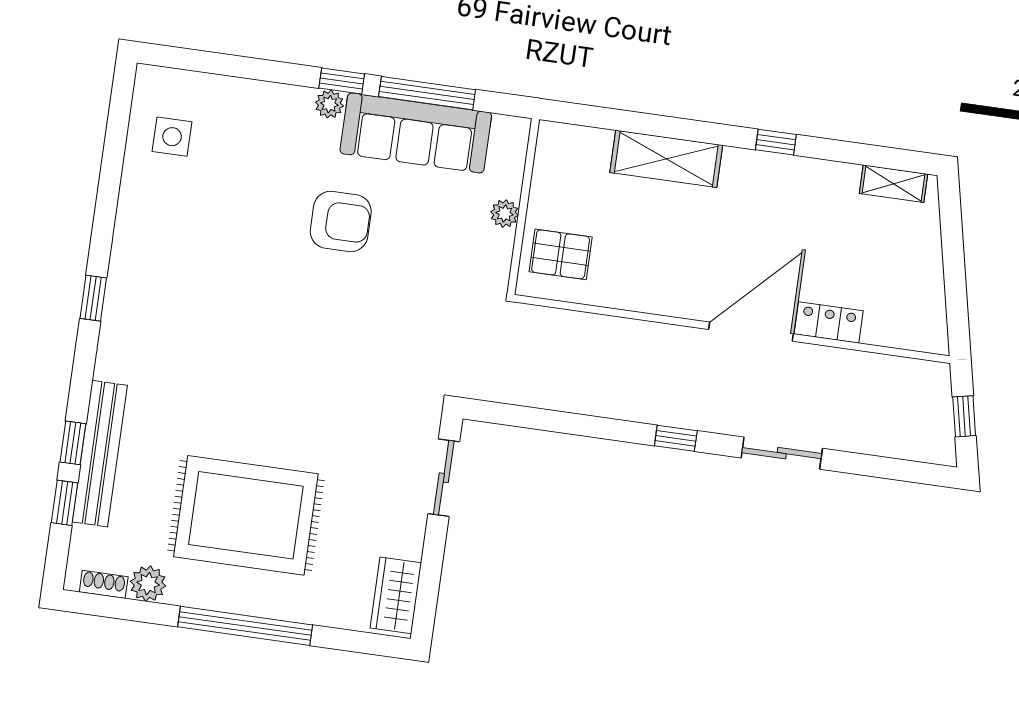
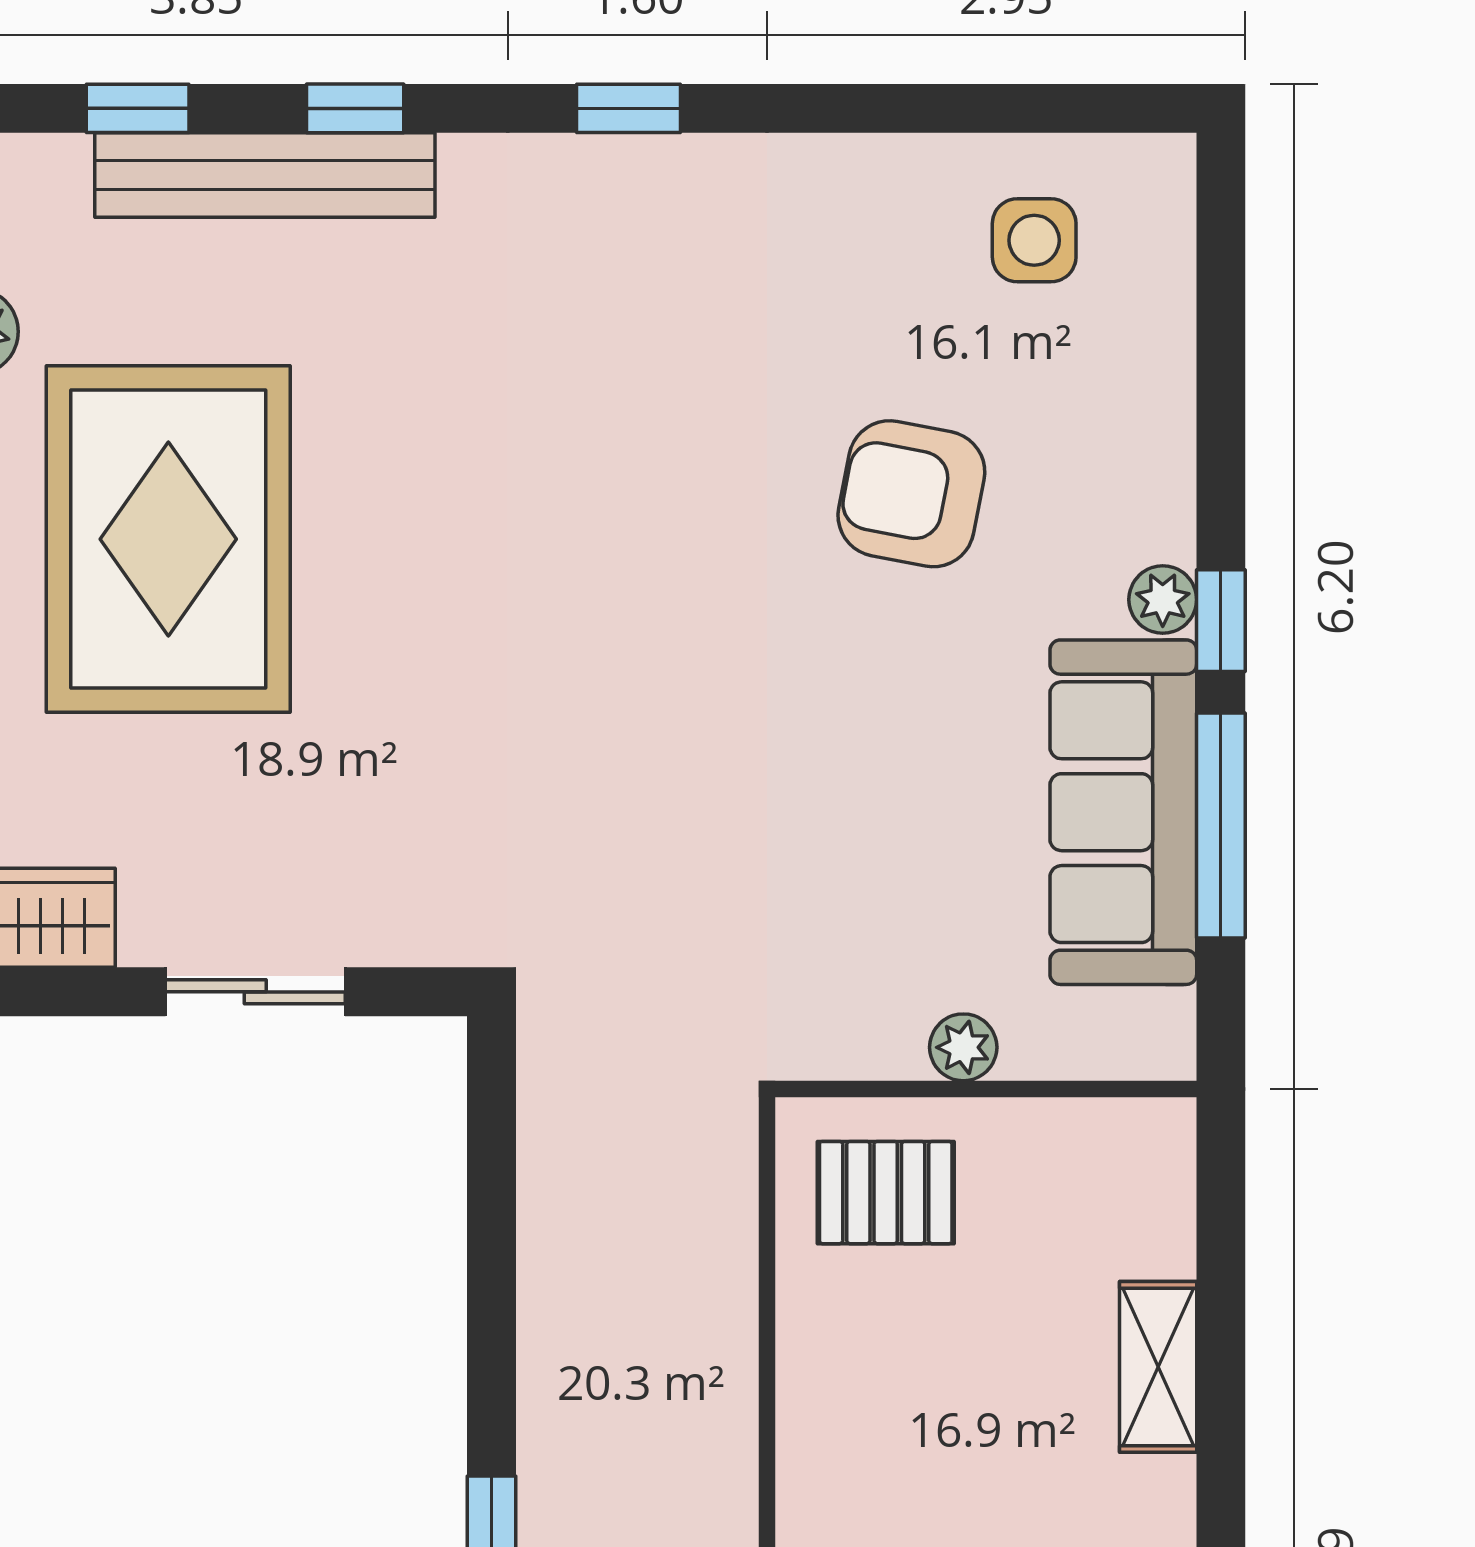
shelving: (666, 159) -> (1158, 1367), width x0.67, depth x0.75
armchair: (341, 221) -> (911, 494), moved, turned 101
pallet: (561, 254) -> (886, 1193), turned 90
window: (73, 443) -> (355, 108), moved
sliding door: (444, 478) -> (255, 992), moved

